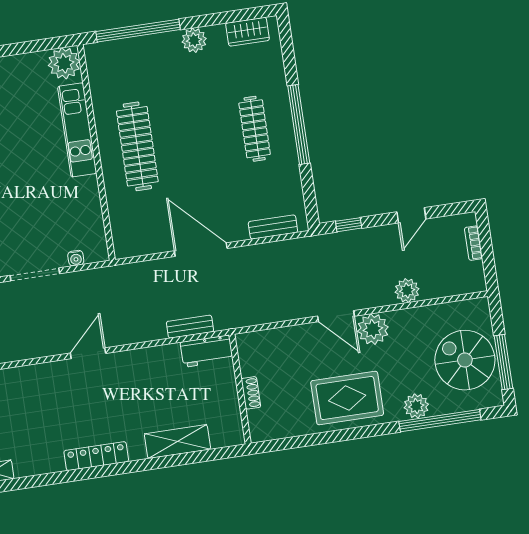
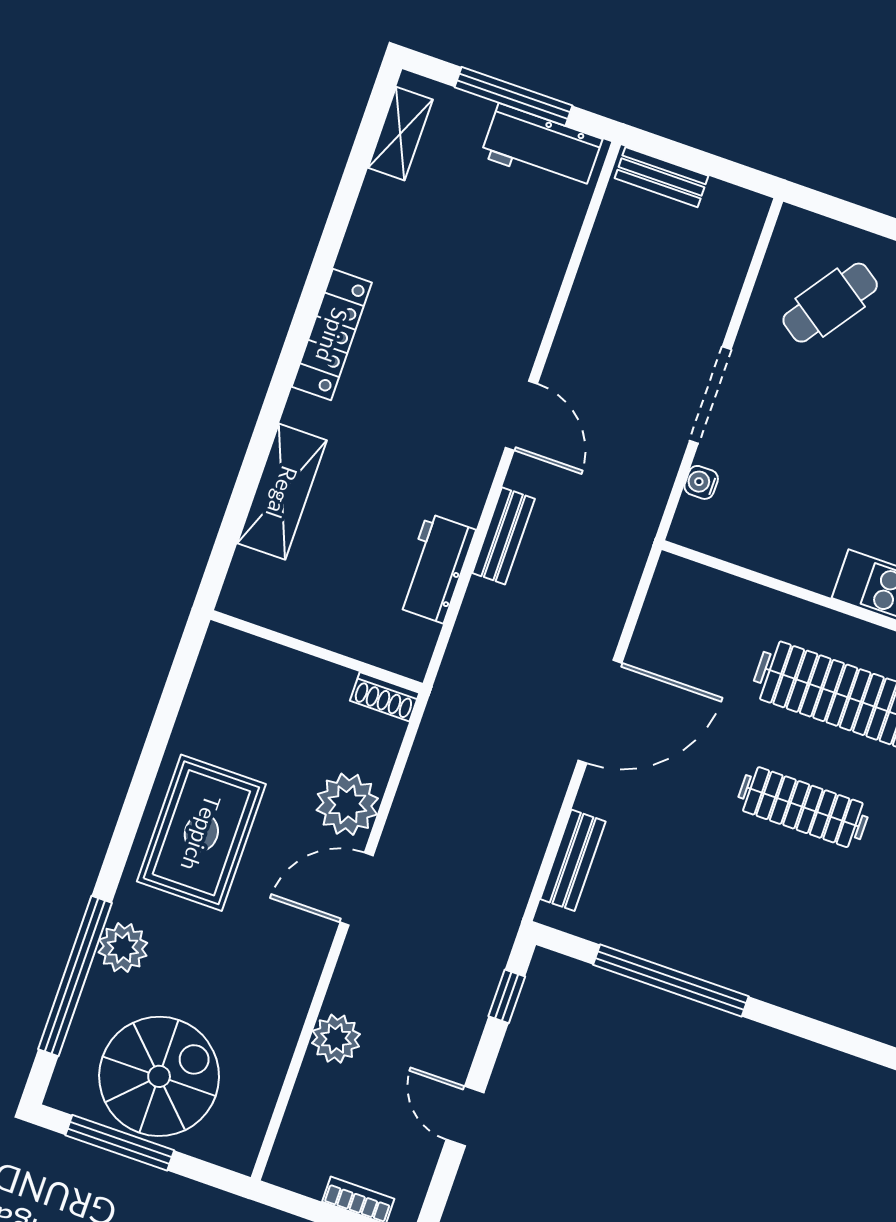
window: (299, 124) -> (671, 980), moved
clothes rail: (255, 129) -> (803, 807), moved
bench: (190, 327) -> (503, 536), moved
plant: (373, 329) -> (347, 804), moved
workbench: (207, 351) -> (435, 568), moved
shoe rack: (251, 393) -> (385, 697), moved

